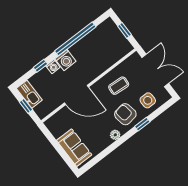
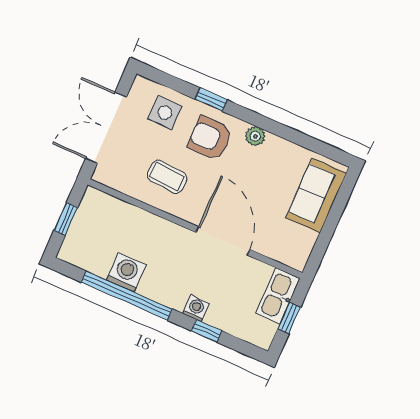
washing machine: (65, 60) -> (126, 272), moved
kitchen sink: (29, 94) -> (278, 296), moved
armchair: (125, 114) -> (210, 138), turned 99

